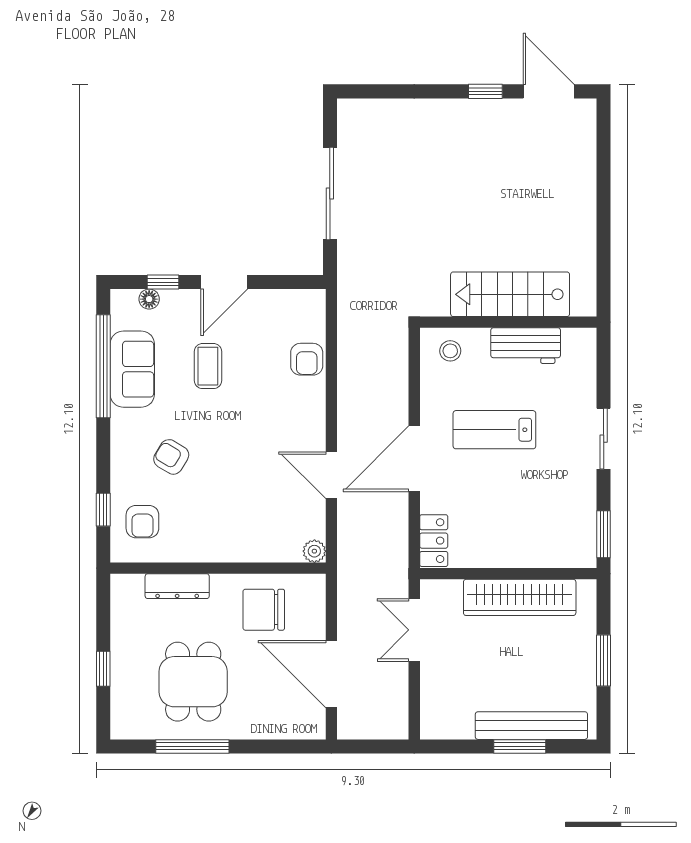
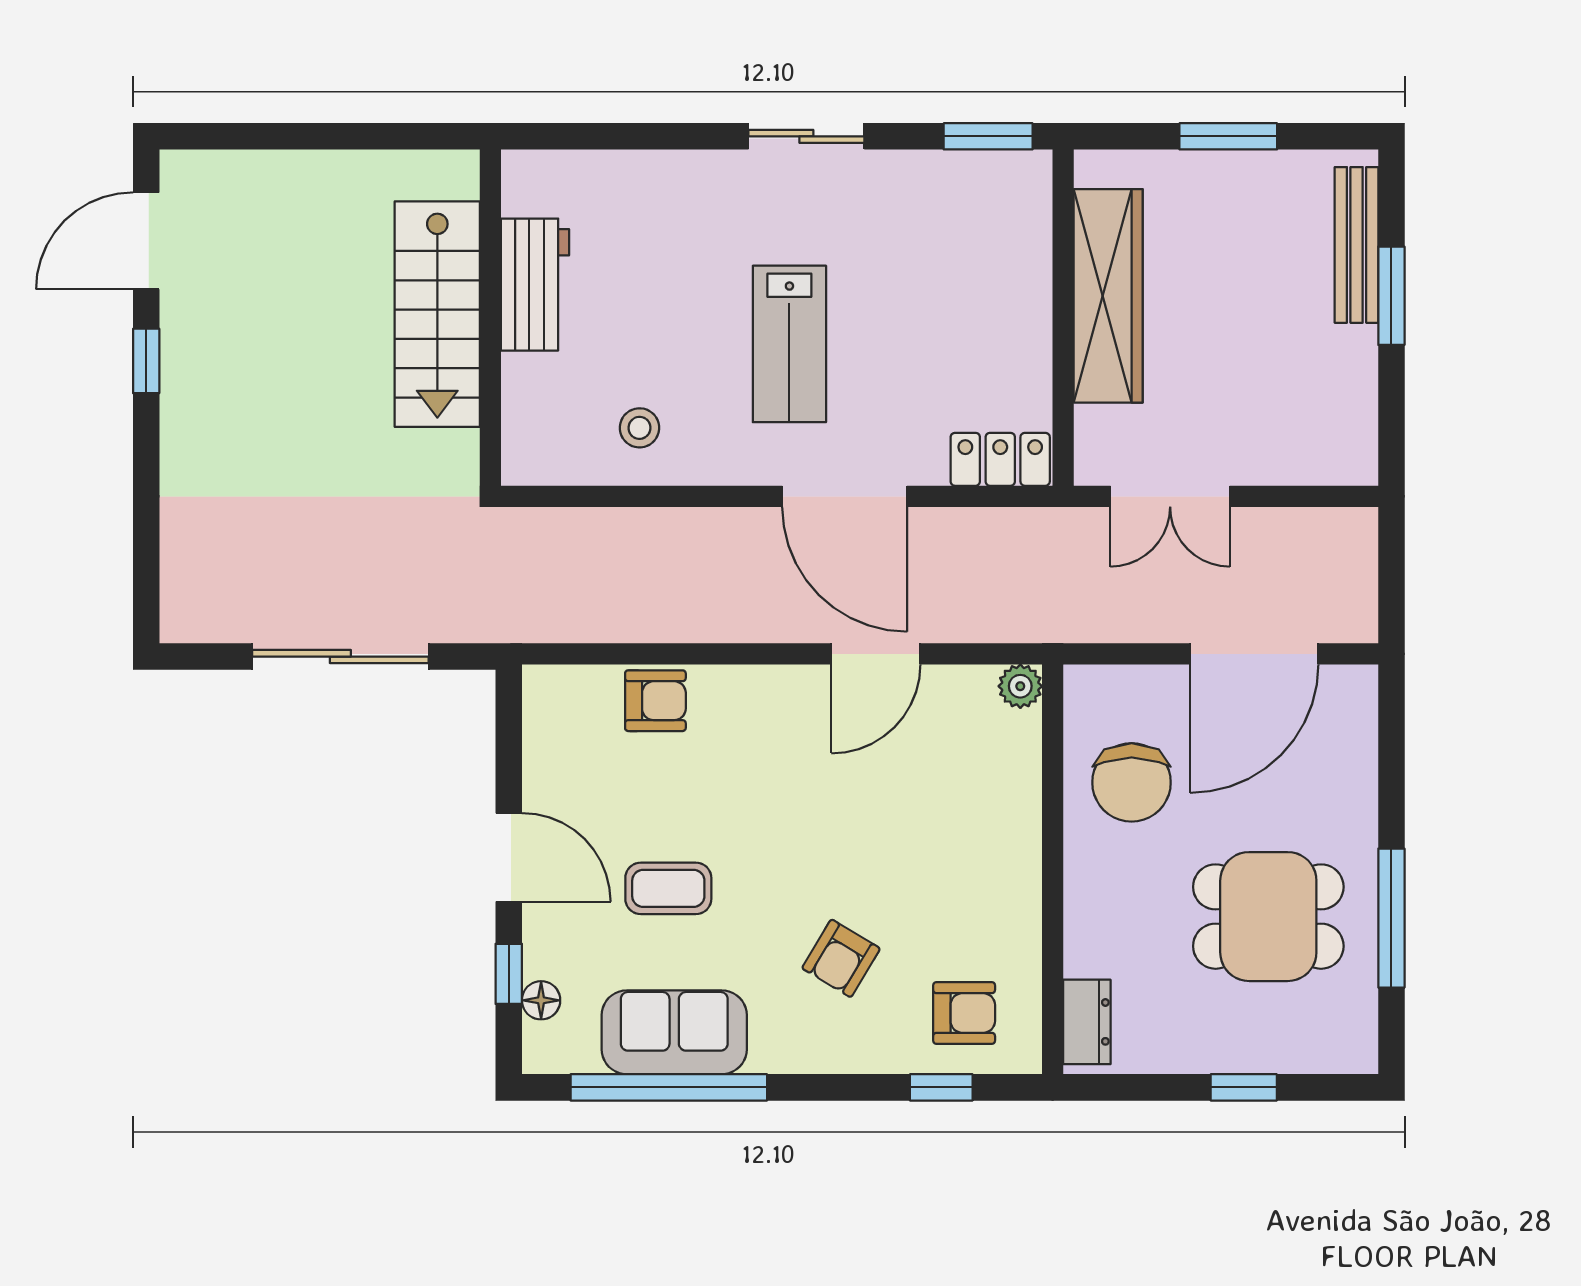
stairs: (510, 294) -> (437, 314), moved
wall: (508, 322) -> (490, 318), moved
workbench: (526, 346) -> (535, 285), moved
dresser: (177, 586) -> (1087, 1022), moved, width x0.70
bench: (531, 726) -> (1357, 245), width x0.73, depth x0.82

